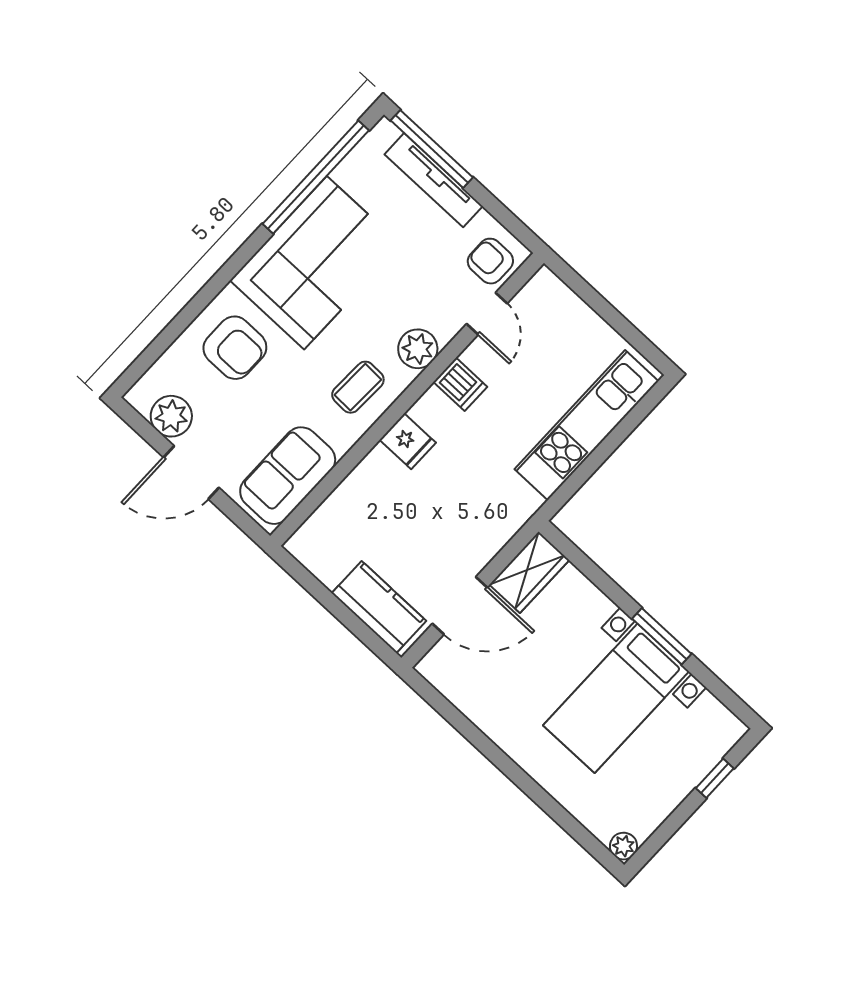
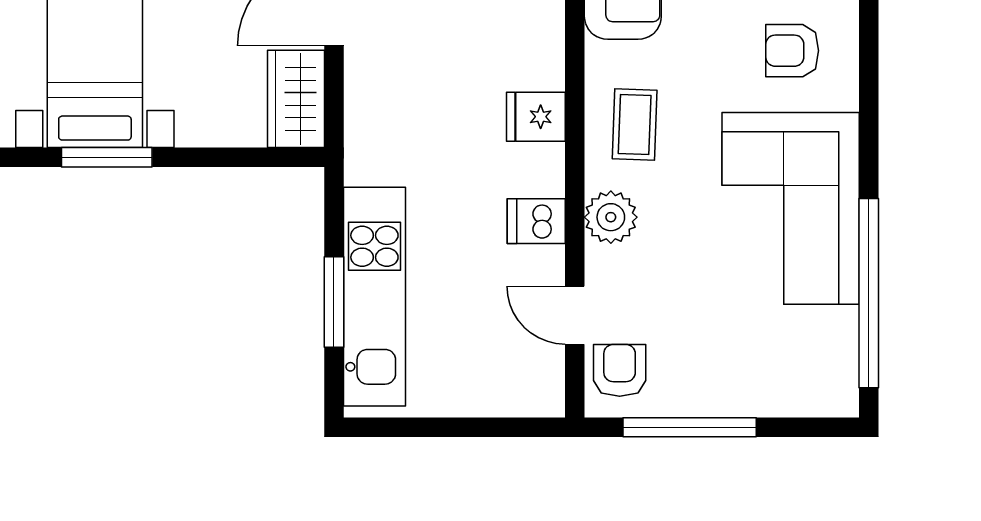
window: (432, 149) -> (690, 427), moved
tv unit: (434, 180) -> (750, 398), removed
armchair: (490, 261) -> (620, 370), turned -90
armchair: (235, 348) -> (792, 51), width x0.72, depth x0.72
window: (611, 443) -> (334, 302), added

